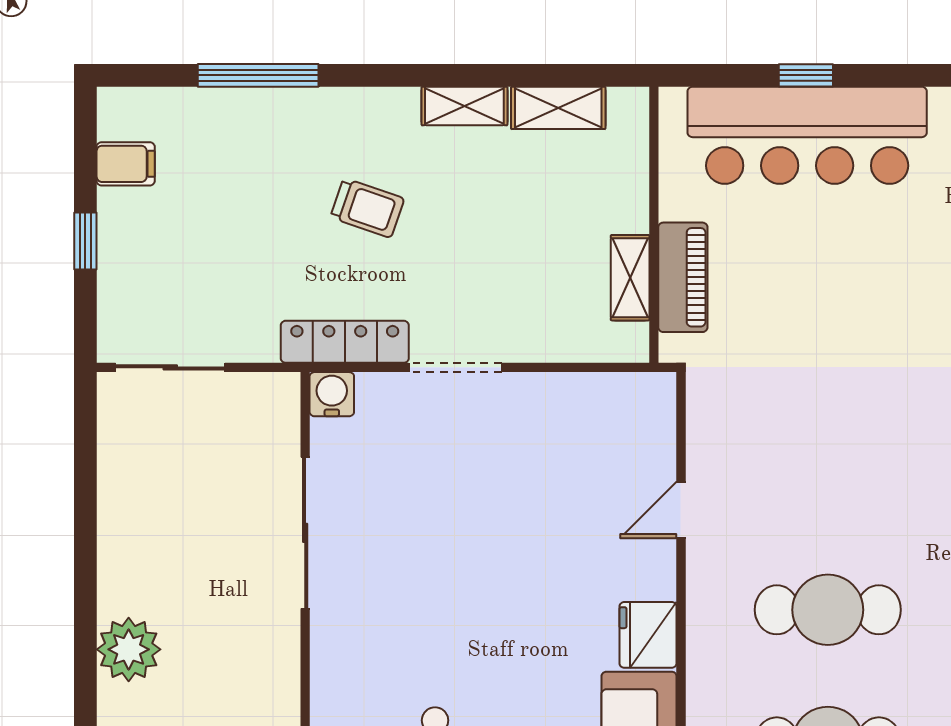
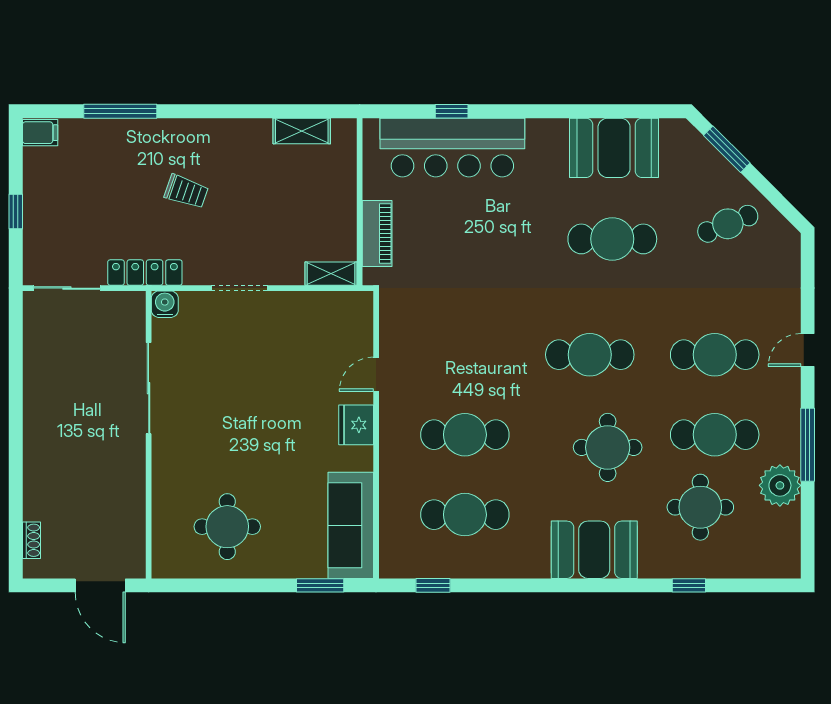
shelving: (464, 106) -> (245, 130), removed
filing cabinet: (126, 164) -> (40, 133), moved
shelving: (630, 278) -> (331, 274), moved, turned 90
locker: (345, 342) -> (145, 273), moved
fridge: (648, 635) -> (356, 425), moved
plant: (129, 649) -> (42, 459), removed

